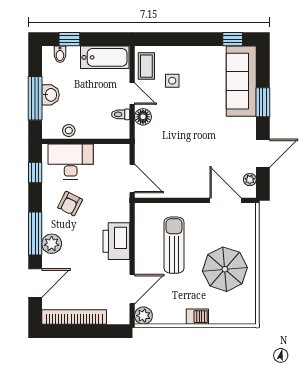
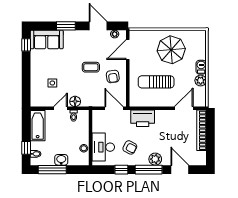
coffee table: (146, 66) -> (91, 67), moved
sofa: (241, 81) -> (47, 39), width x0.73
window: (35, 98) -> (52, 170), moved
window: (35, 172) -> (121, 170), moved
armchair: (183, 177) -> (113, 76), added
door: (132, 178) -> (114, 108), hinge flipped
printer: (116, 241) -> (143, 118), moved
door: (132, 289) -> (184, 108), hinge flipped
plant: (143, 316) -> (201, 81), moved
bookcase: (74, 317) -> (201, 130), moved

